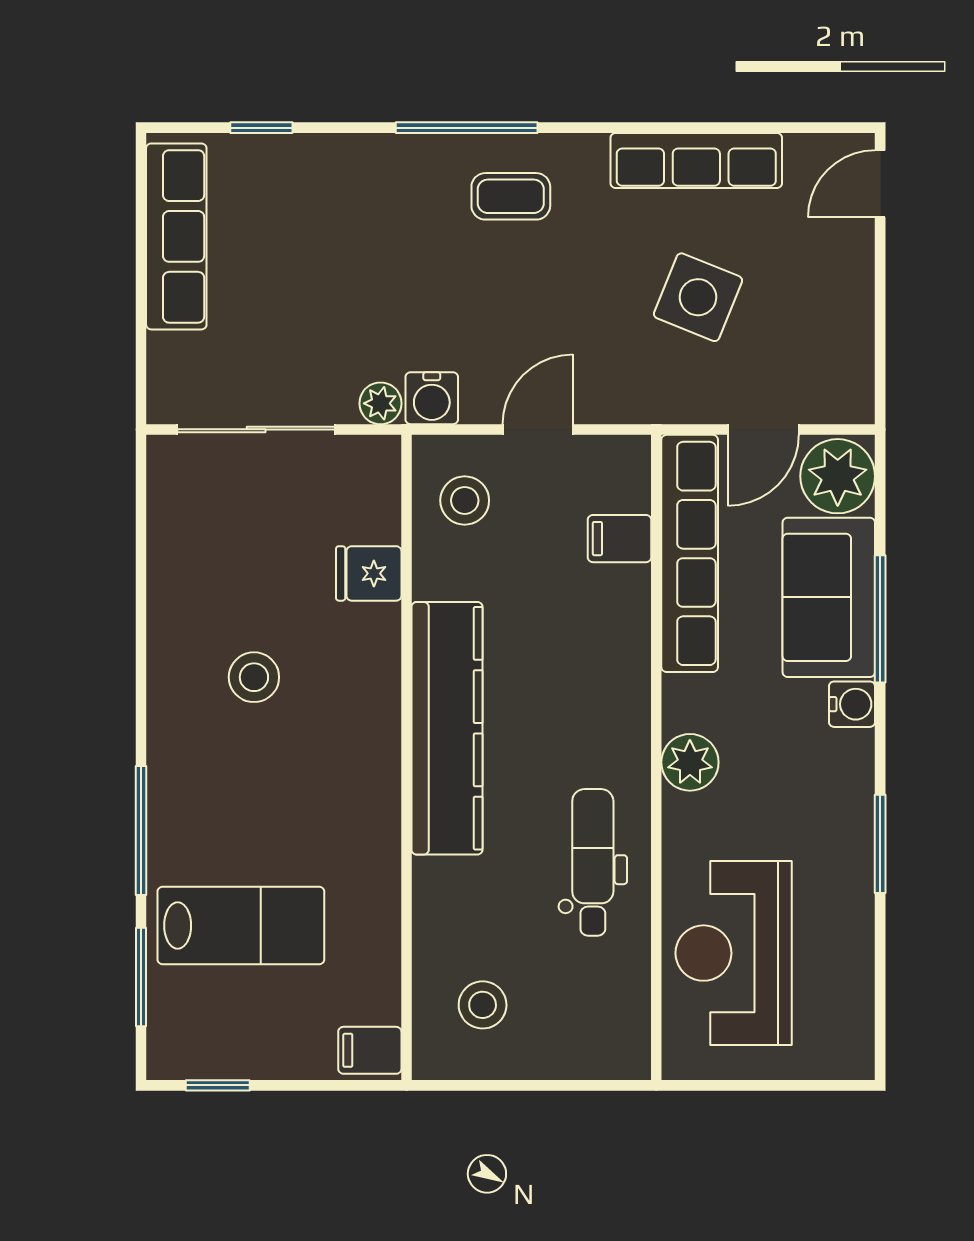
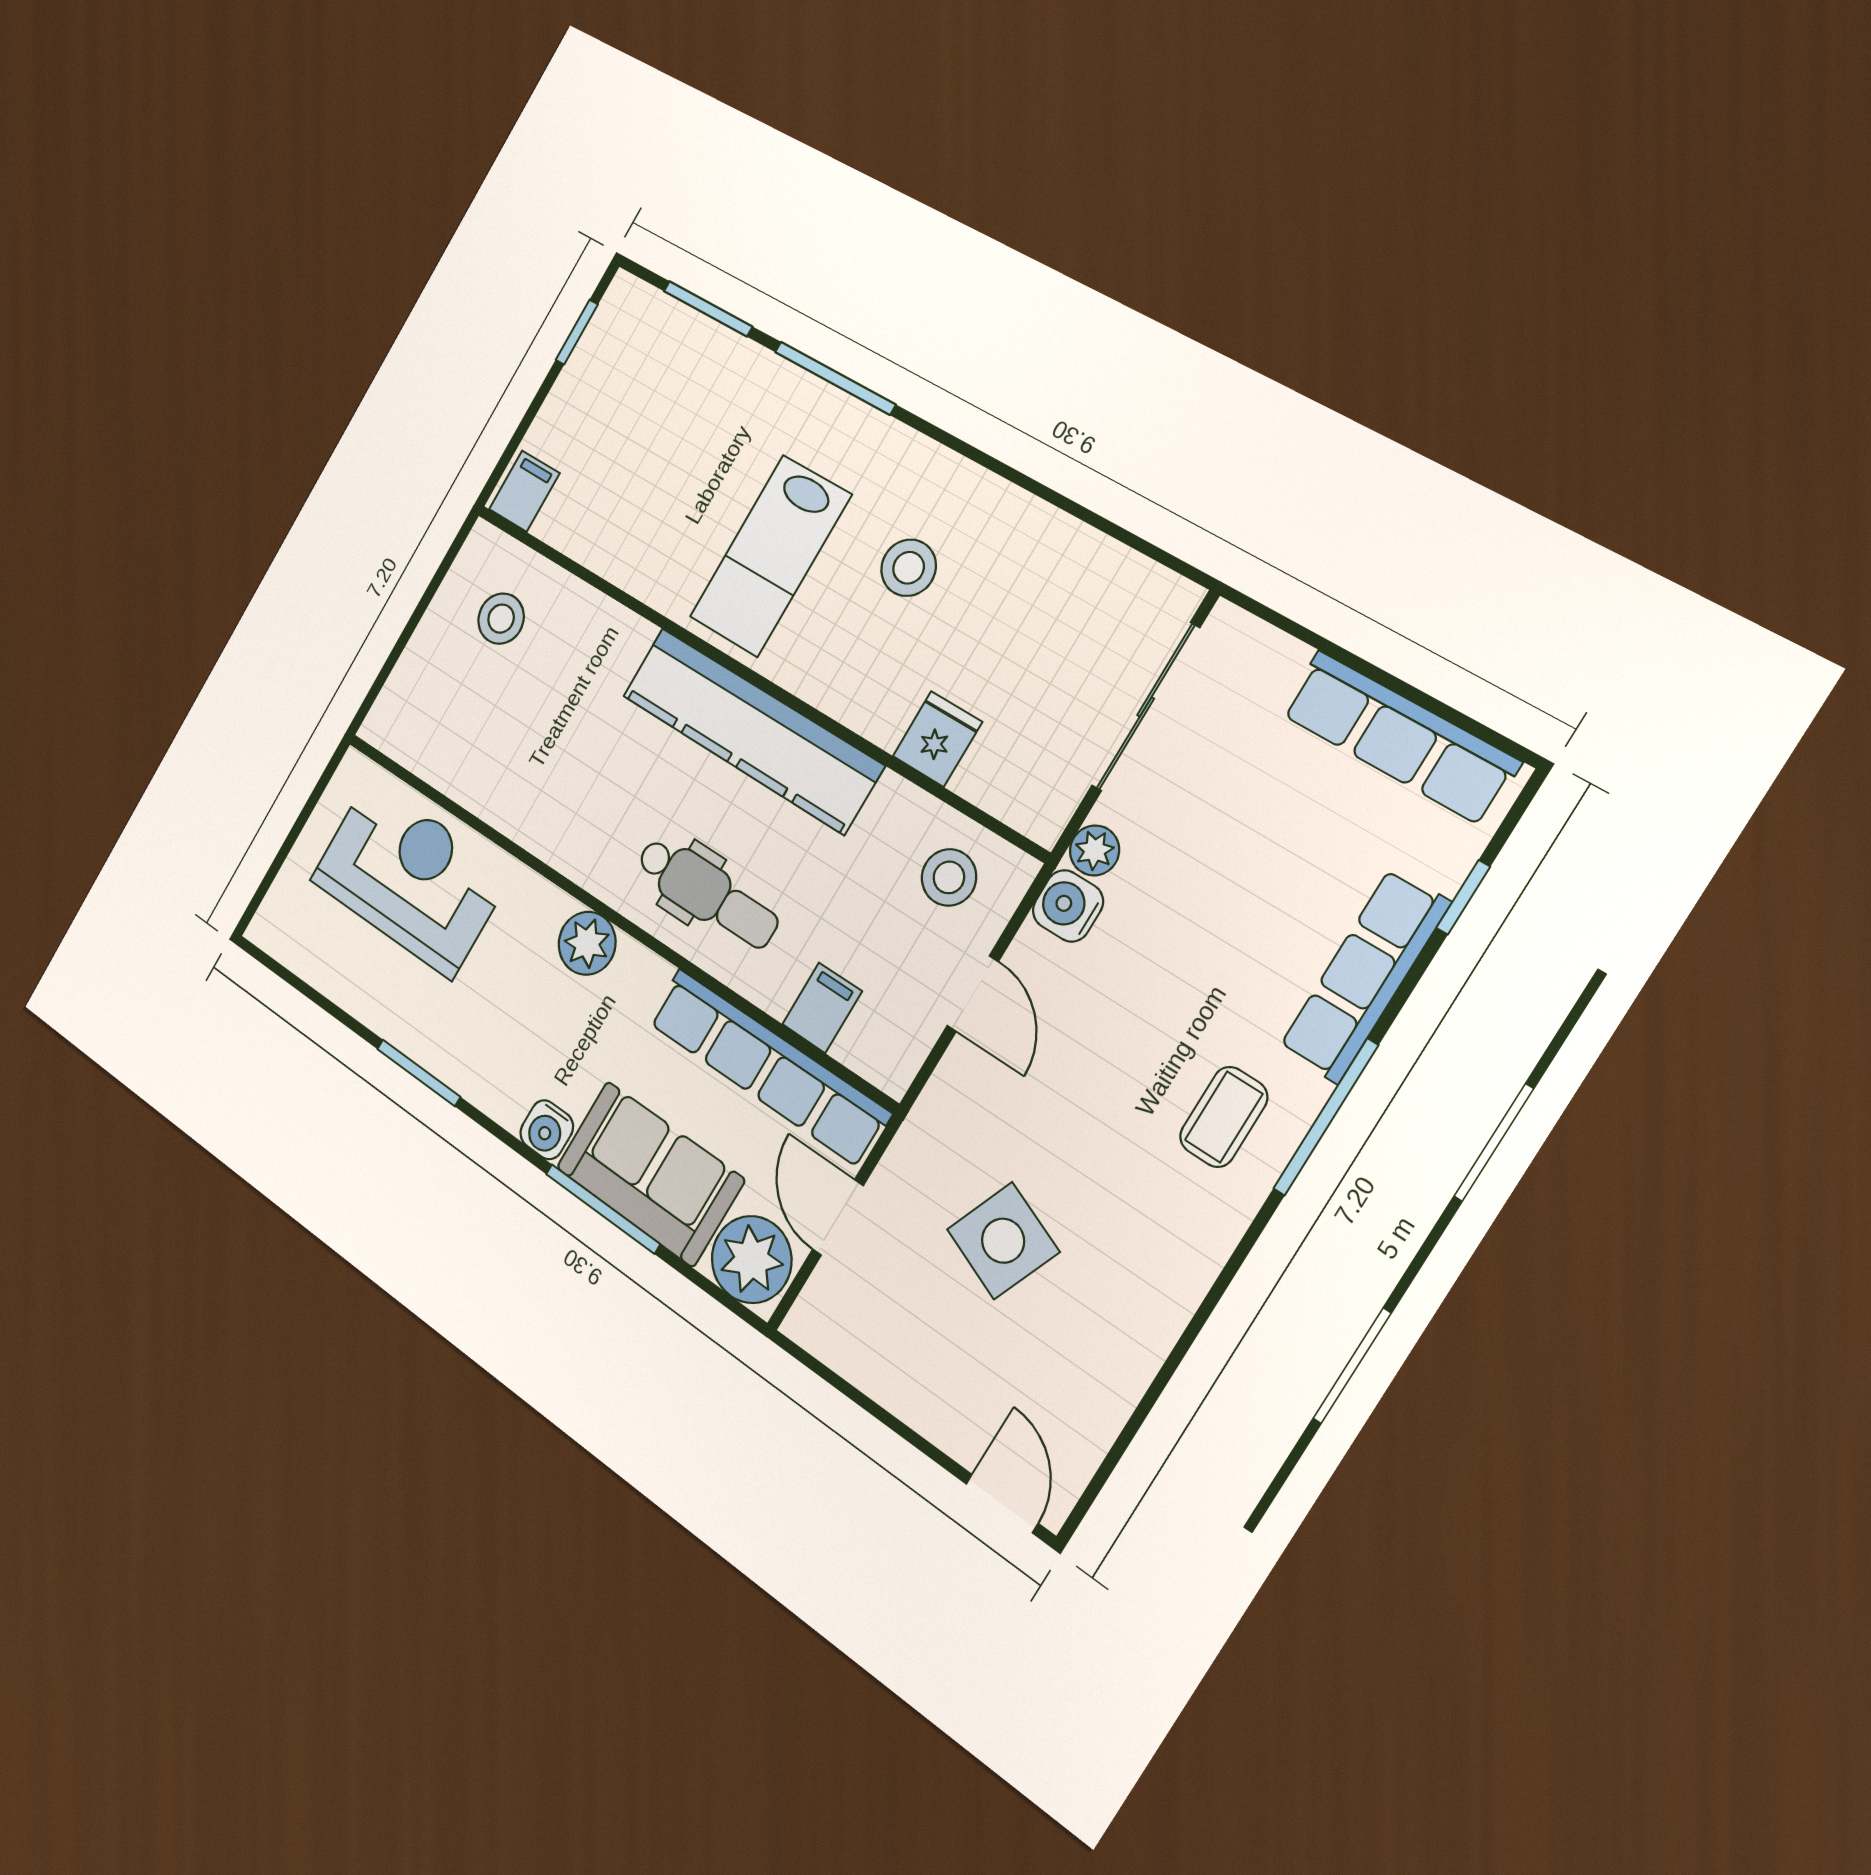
row of seats: (696, 161) -> (1364, 976), moved
dental chair: (593, 862) -> (707, 893), moved
lab bench: (241, 925) -> (770, 556), moved

